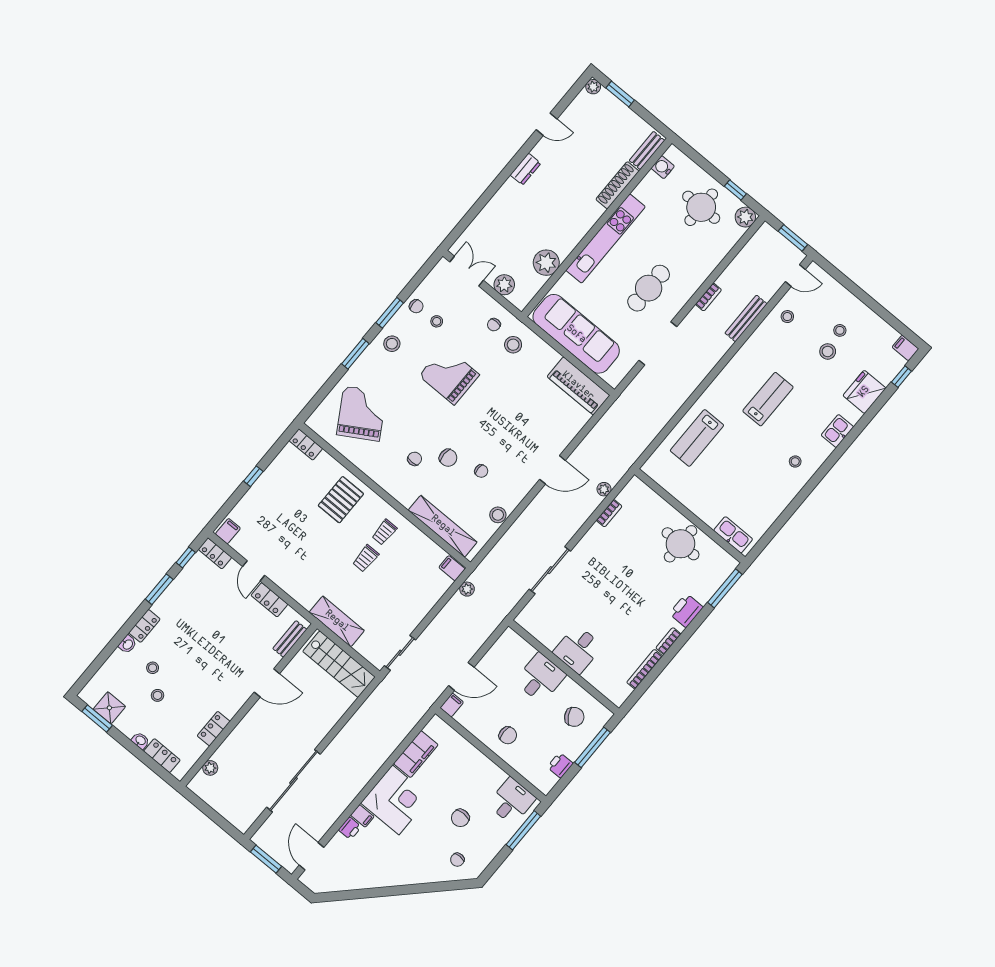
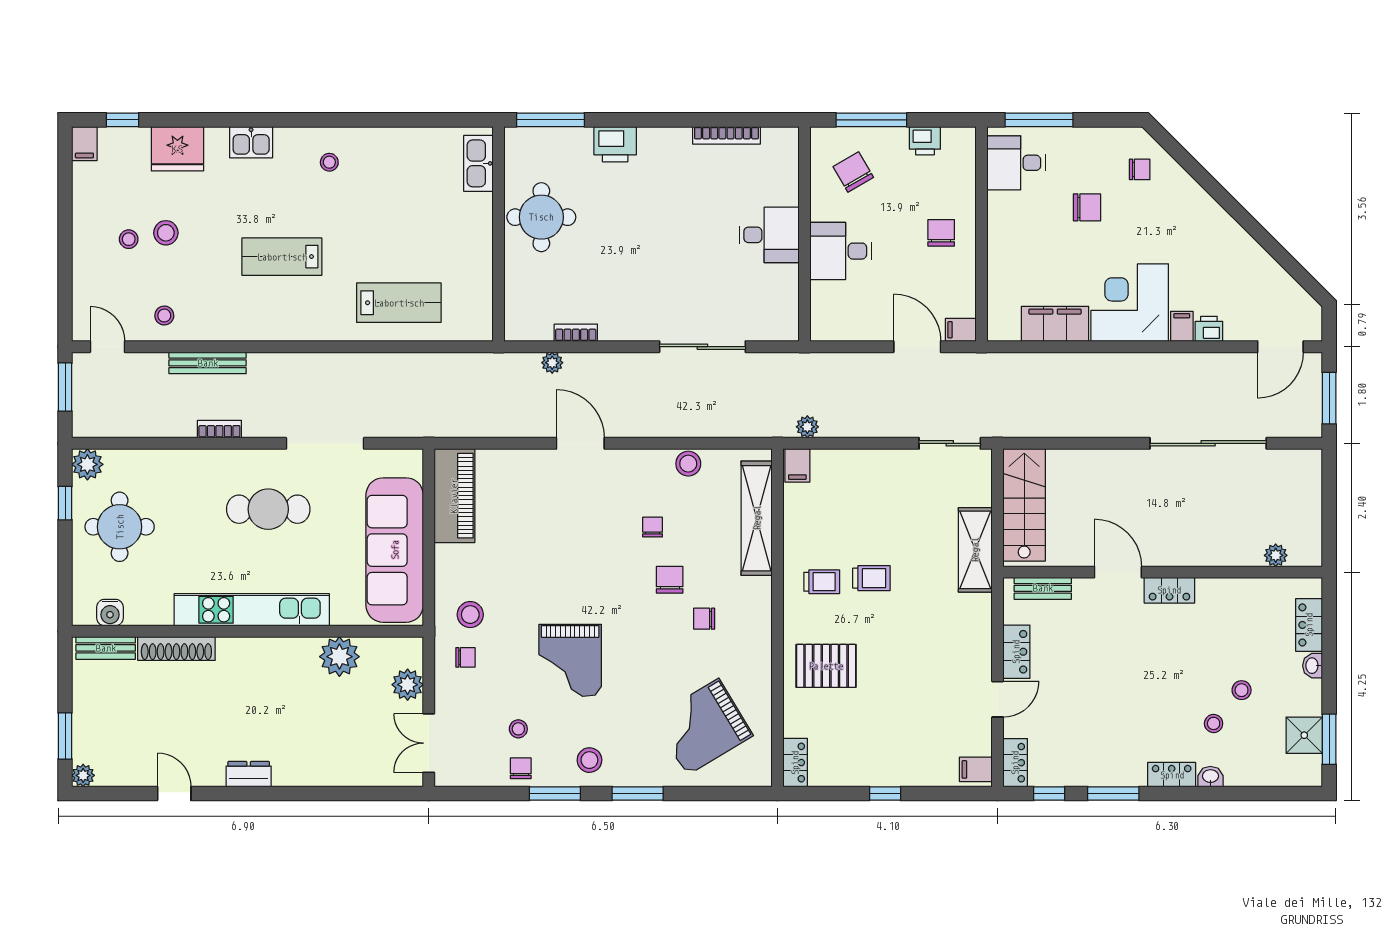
bookcase: (668, 641) -> (669, 135), removed
locker: (214, 729) -> (1169, 590), moved

